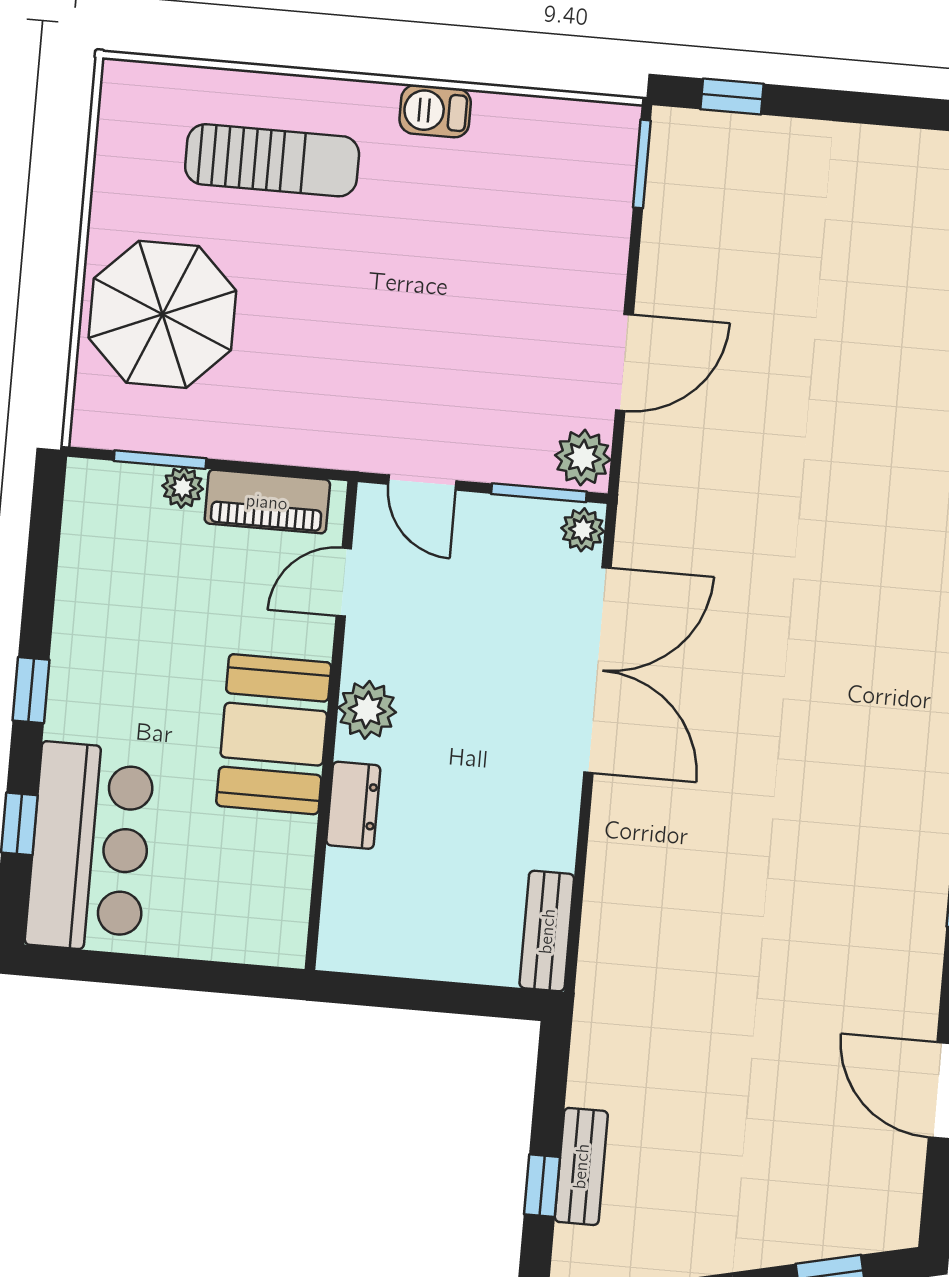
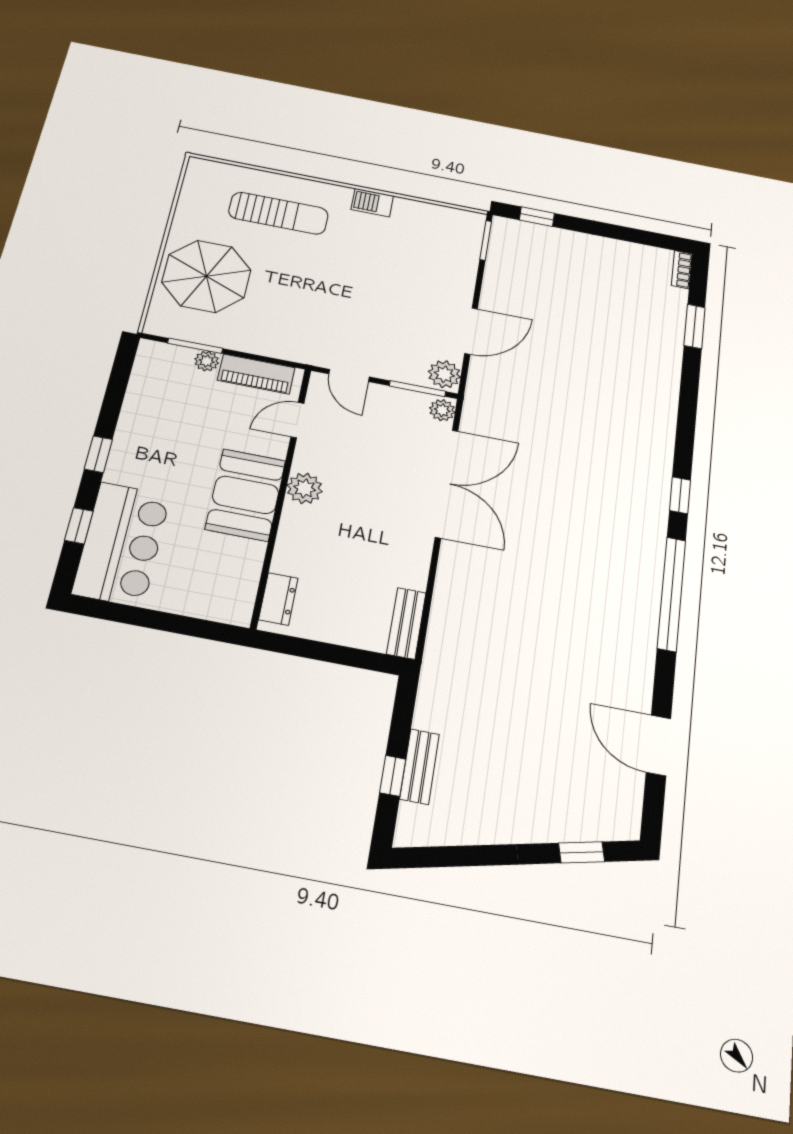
dresser: (353, 805) -> (278, 599), moved

